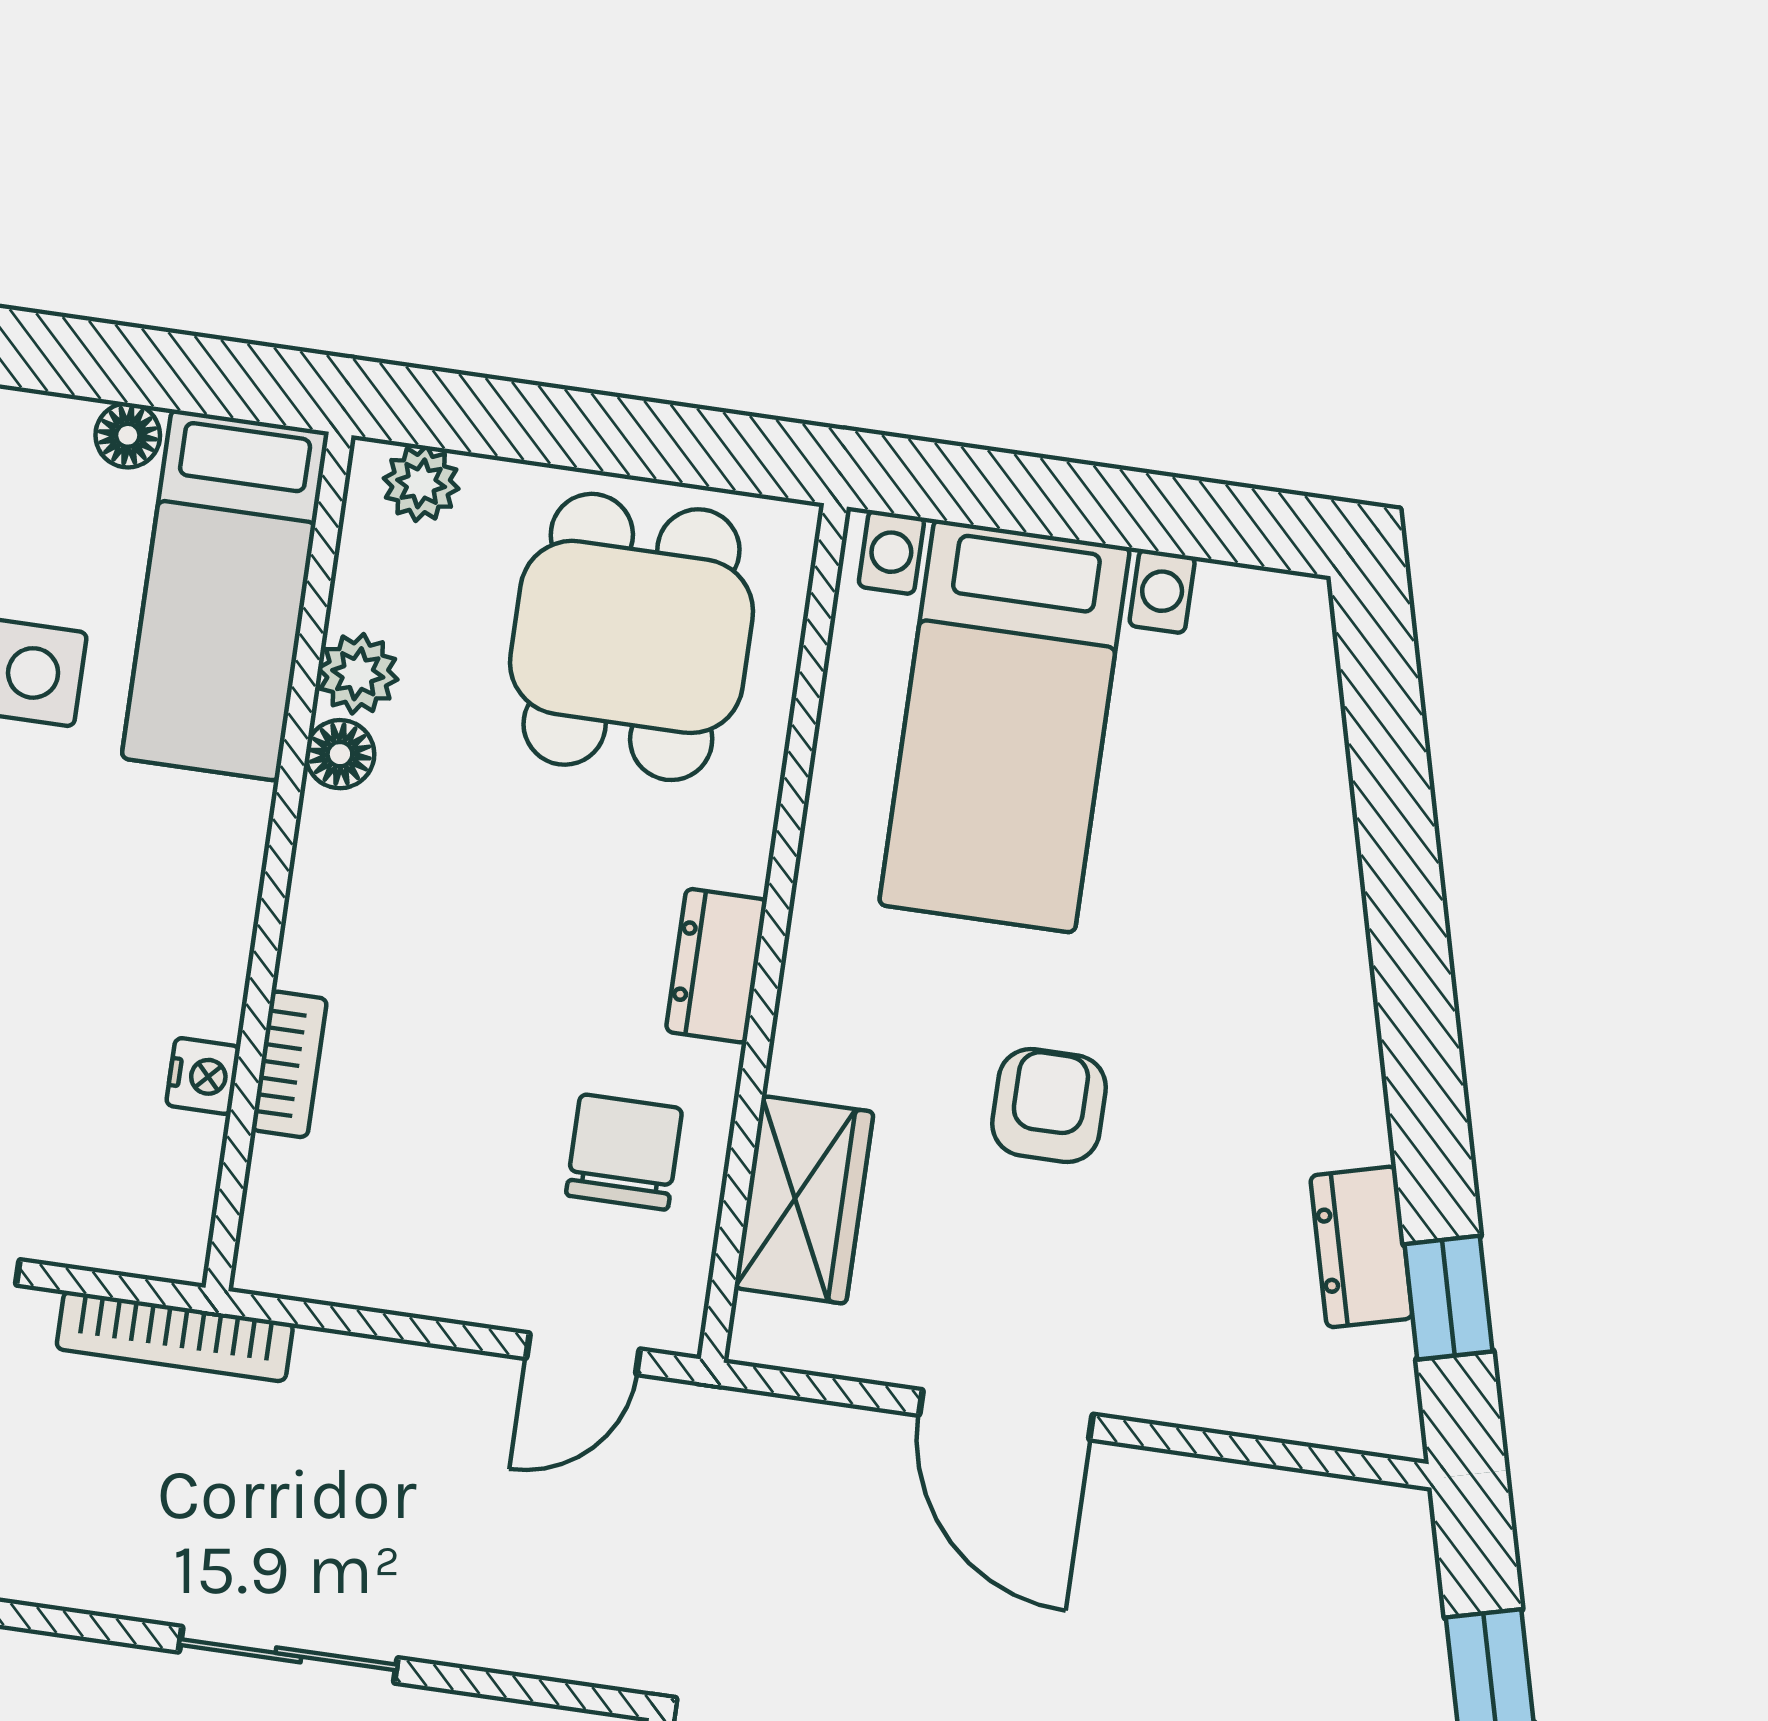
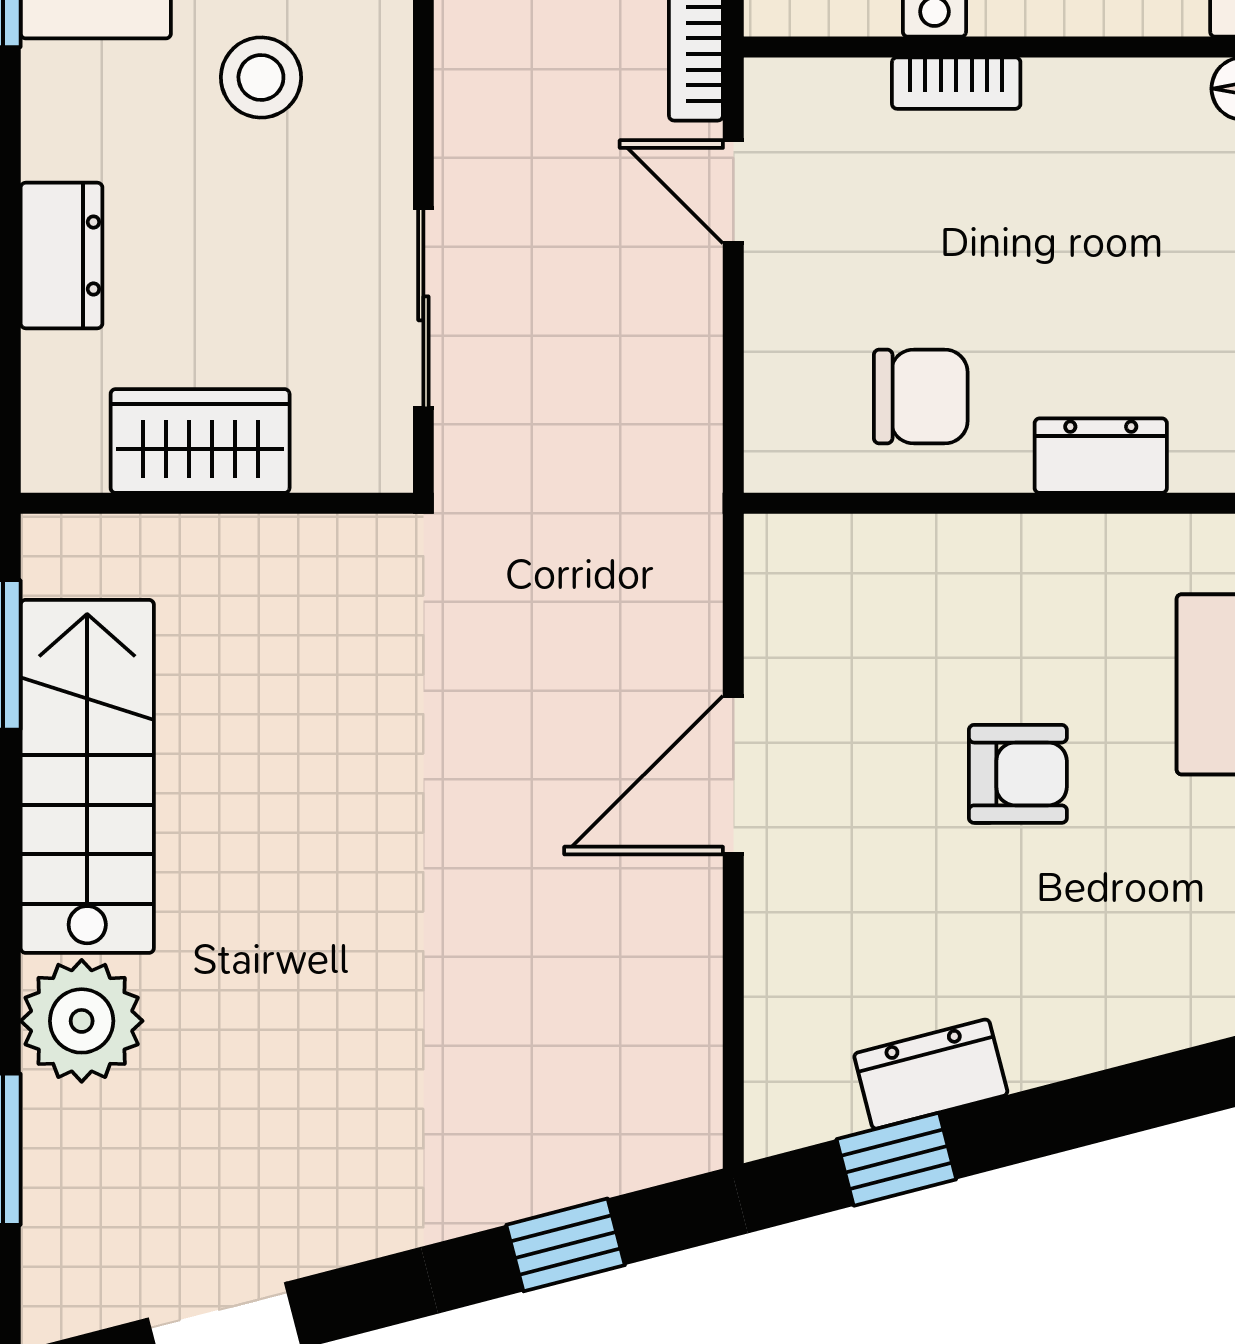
wardrobe: (804, 1200) -> (901, 565), removed
door: (583, 1354) -> (733, 192), moved
sliding door: (288, 1655) -> (423, 308), moved

